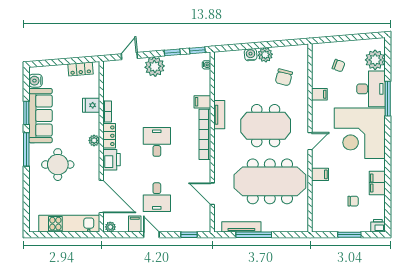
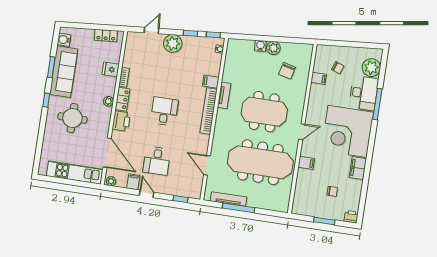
filing cabinet: (319, 94) -> (319, 78), moved
window: (26, 149) -> (46, 100), width x0.46
filing cabinet: (377, 183) -> (358, 168), moved

